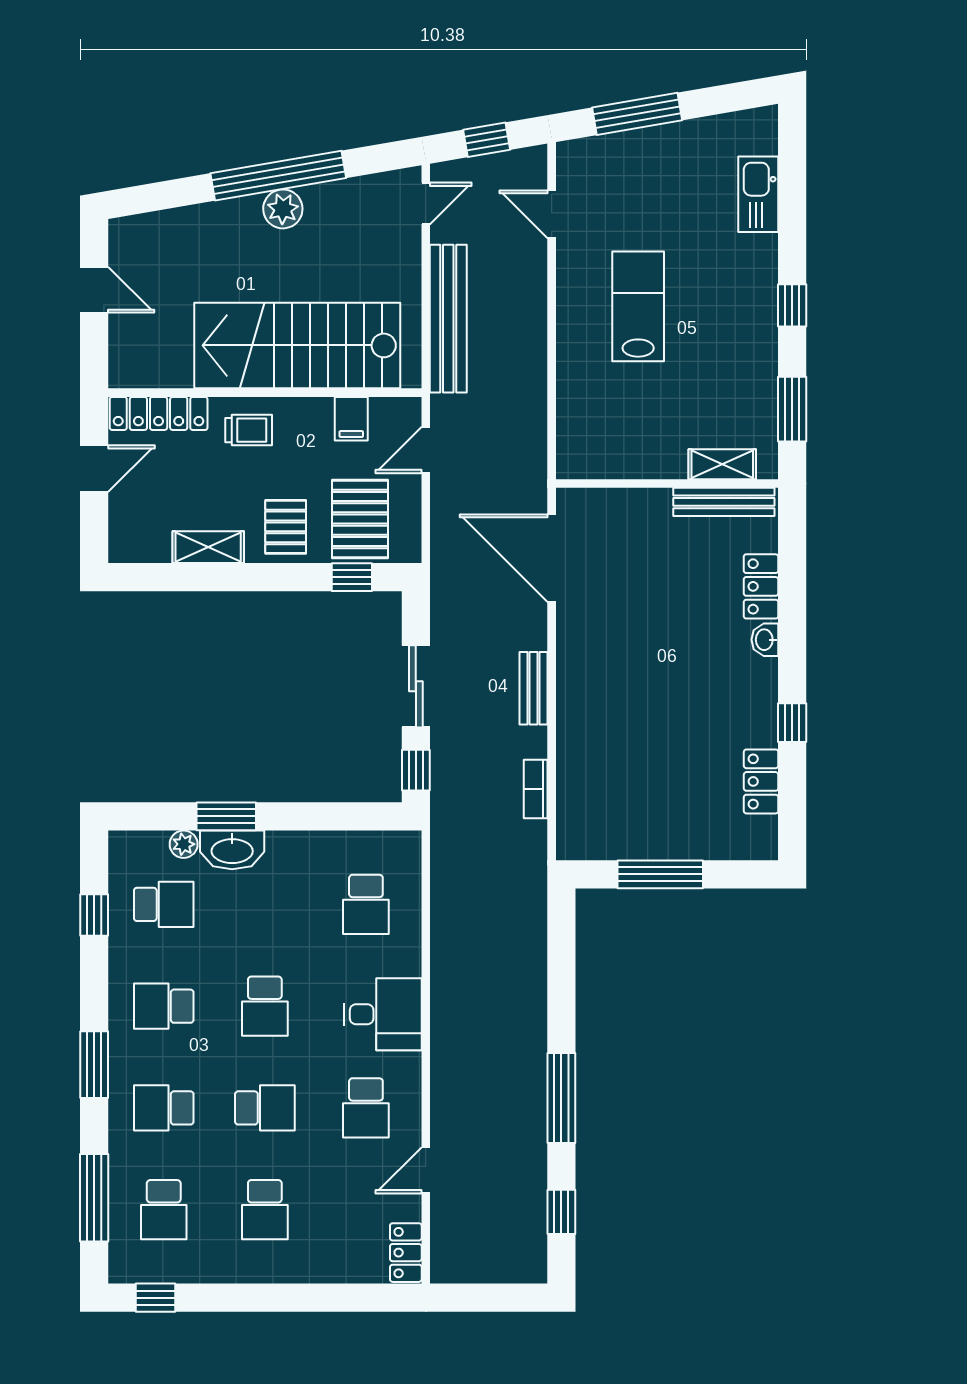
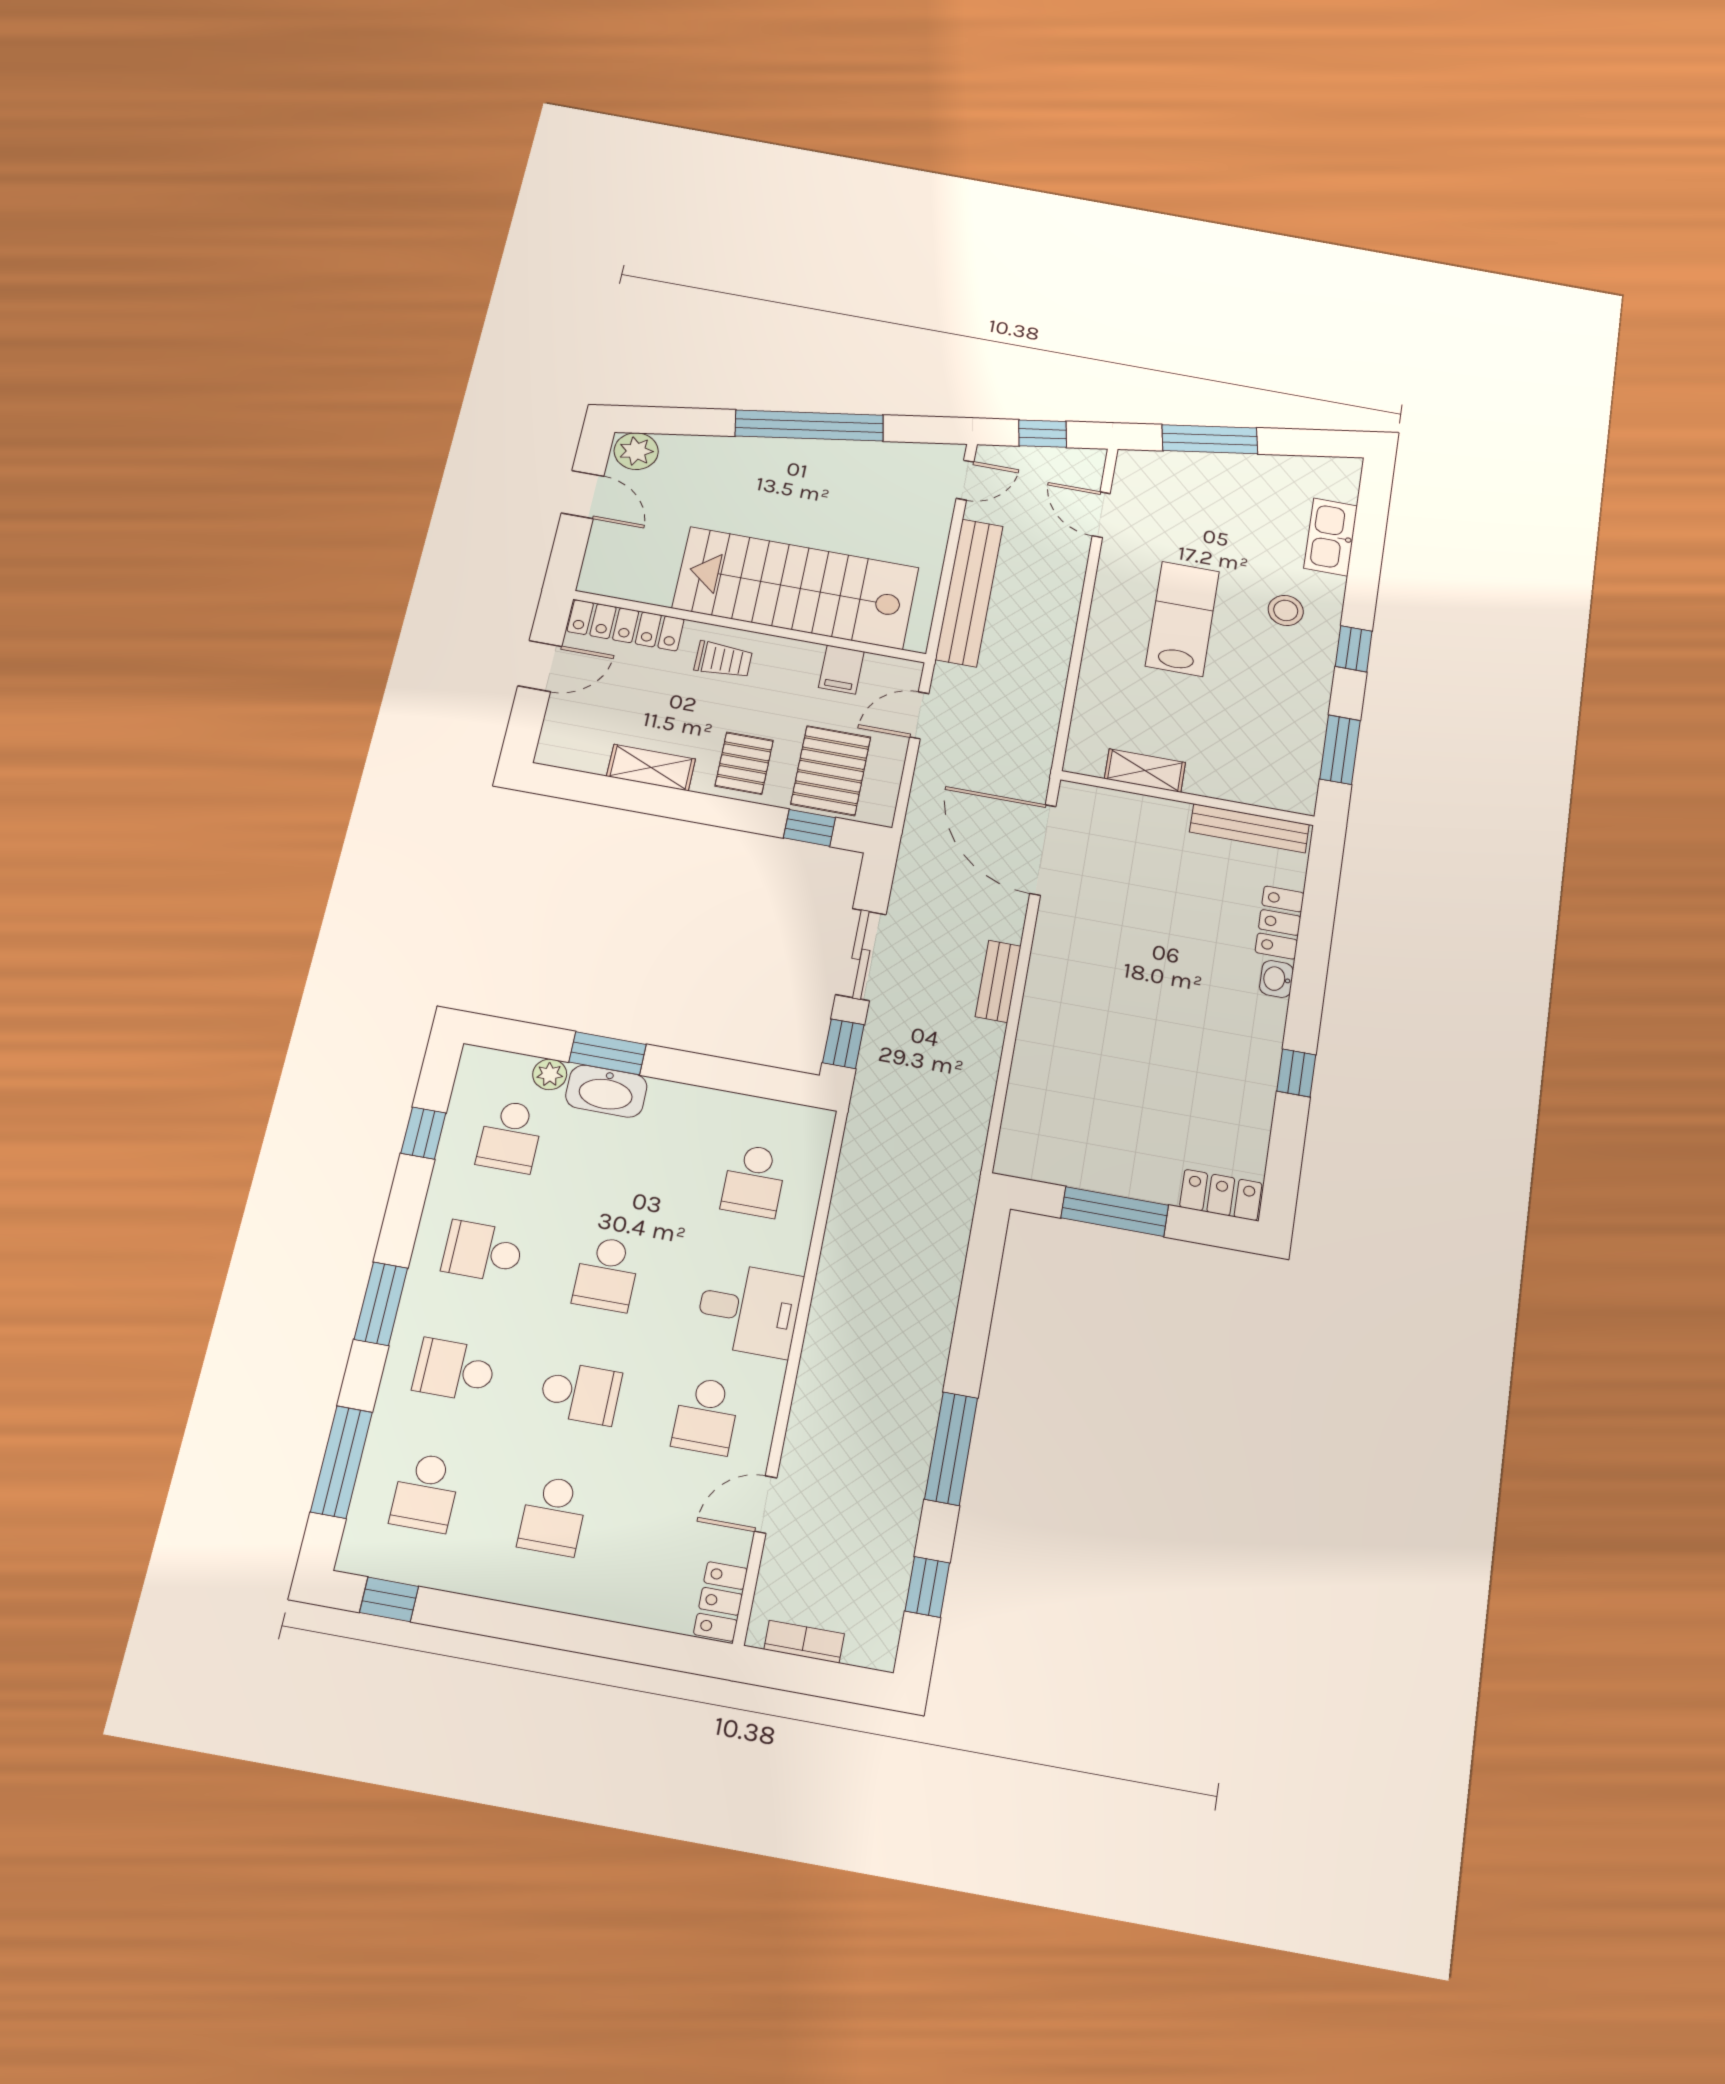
plant: (283, 209) -> (636, 451), moved
stool: (728, 279) -> (1286, 610), added
shelving: (722, 464) -> (1145, 771), moved
locker: (761, 781) -> (1221, 1195), moved, turned 90
bookcase: (536, 789) -> (804, 1642), moved, turned 90
school desk: (164, 904) -> (510, 1136), turned 90

